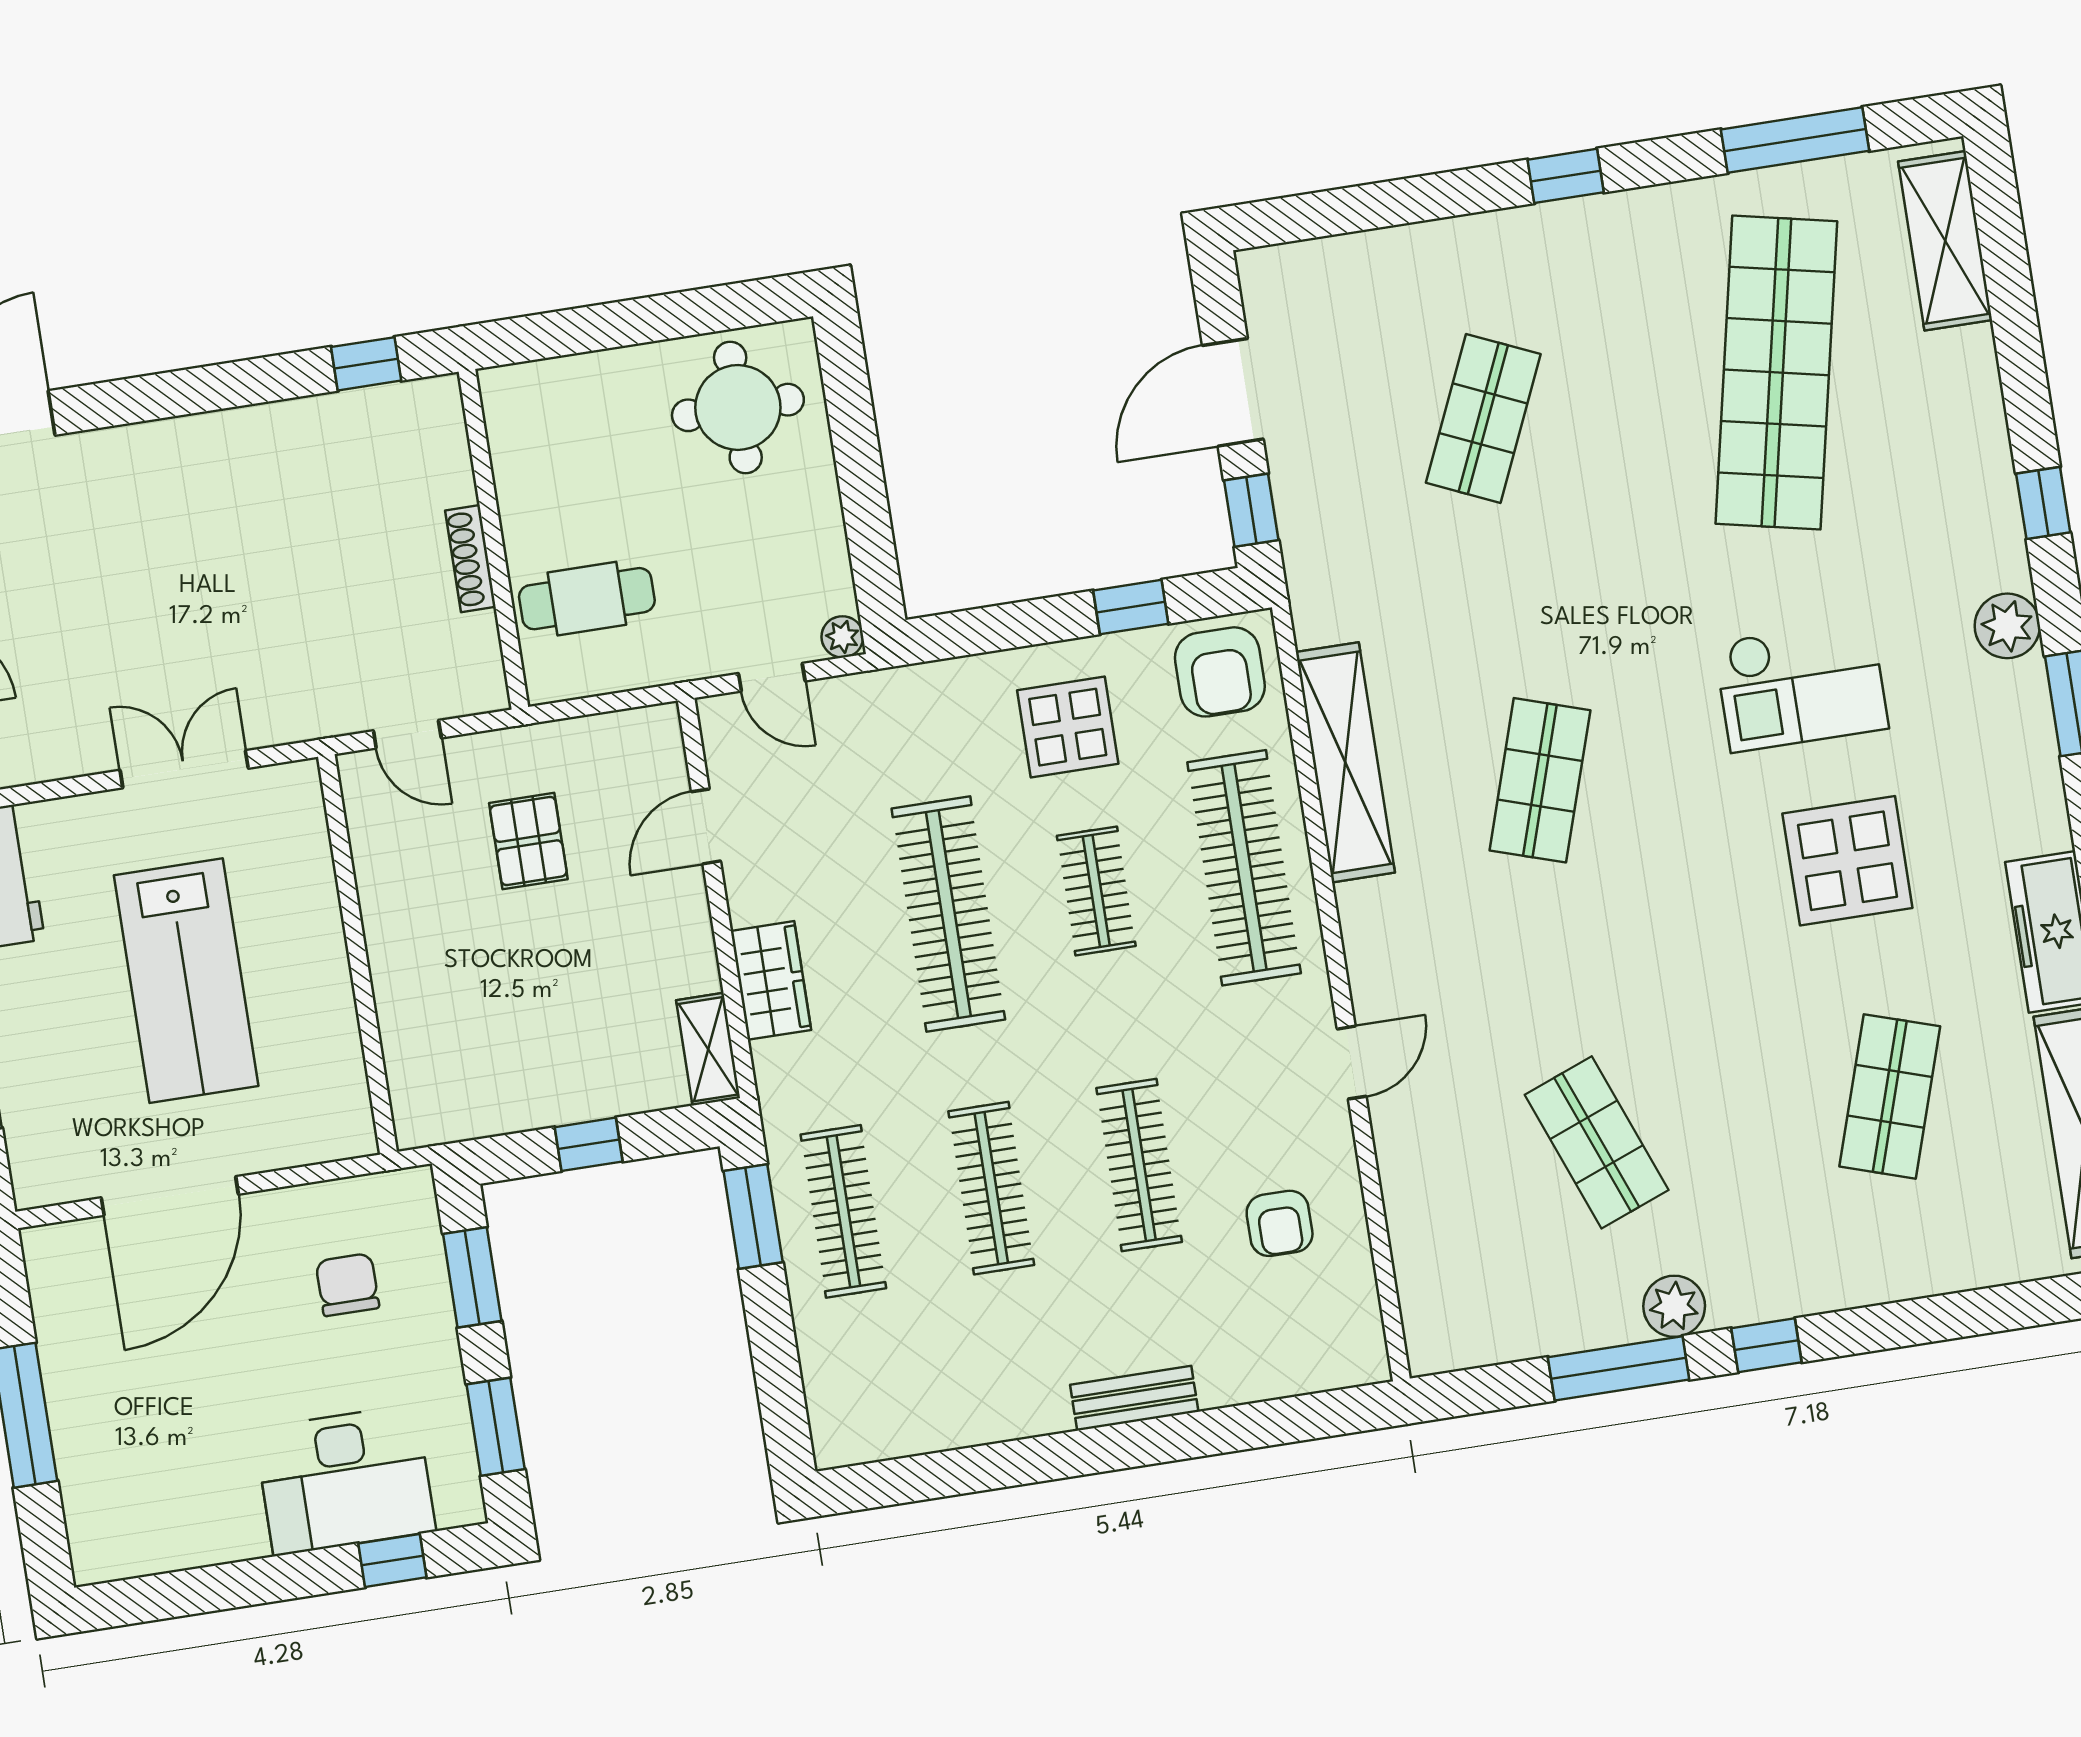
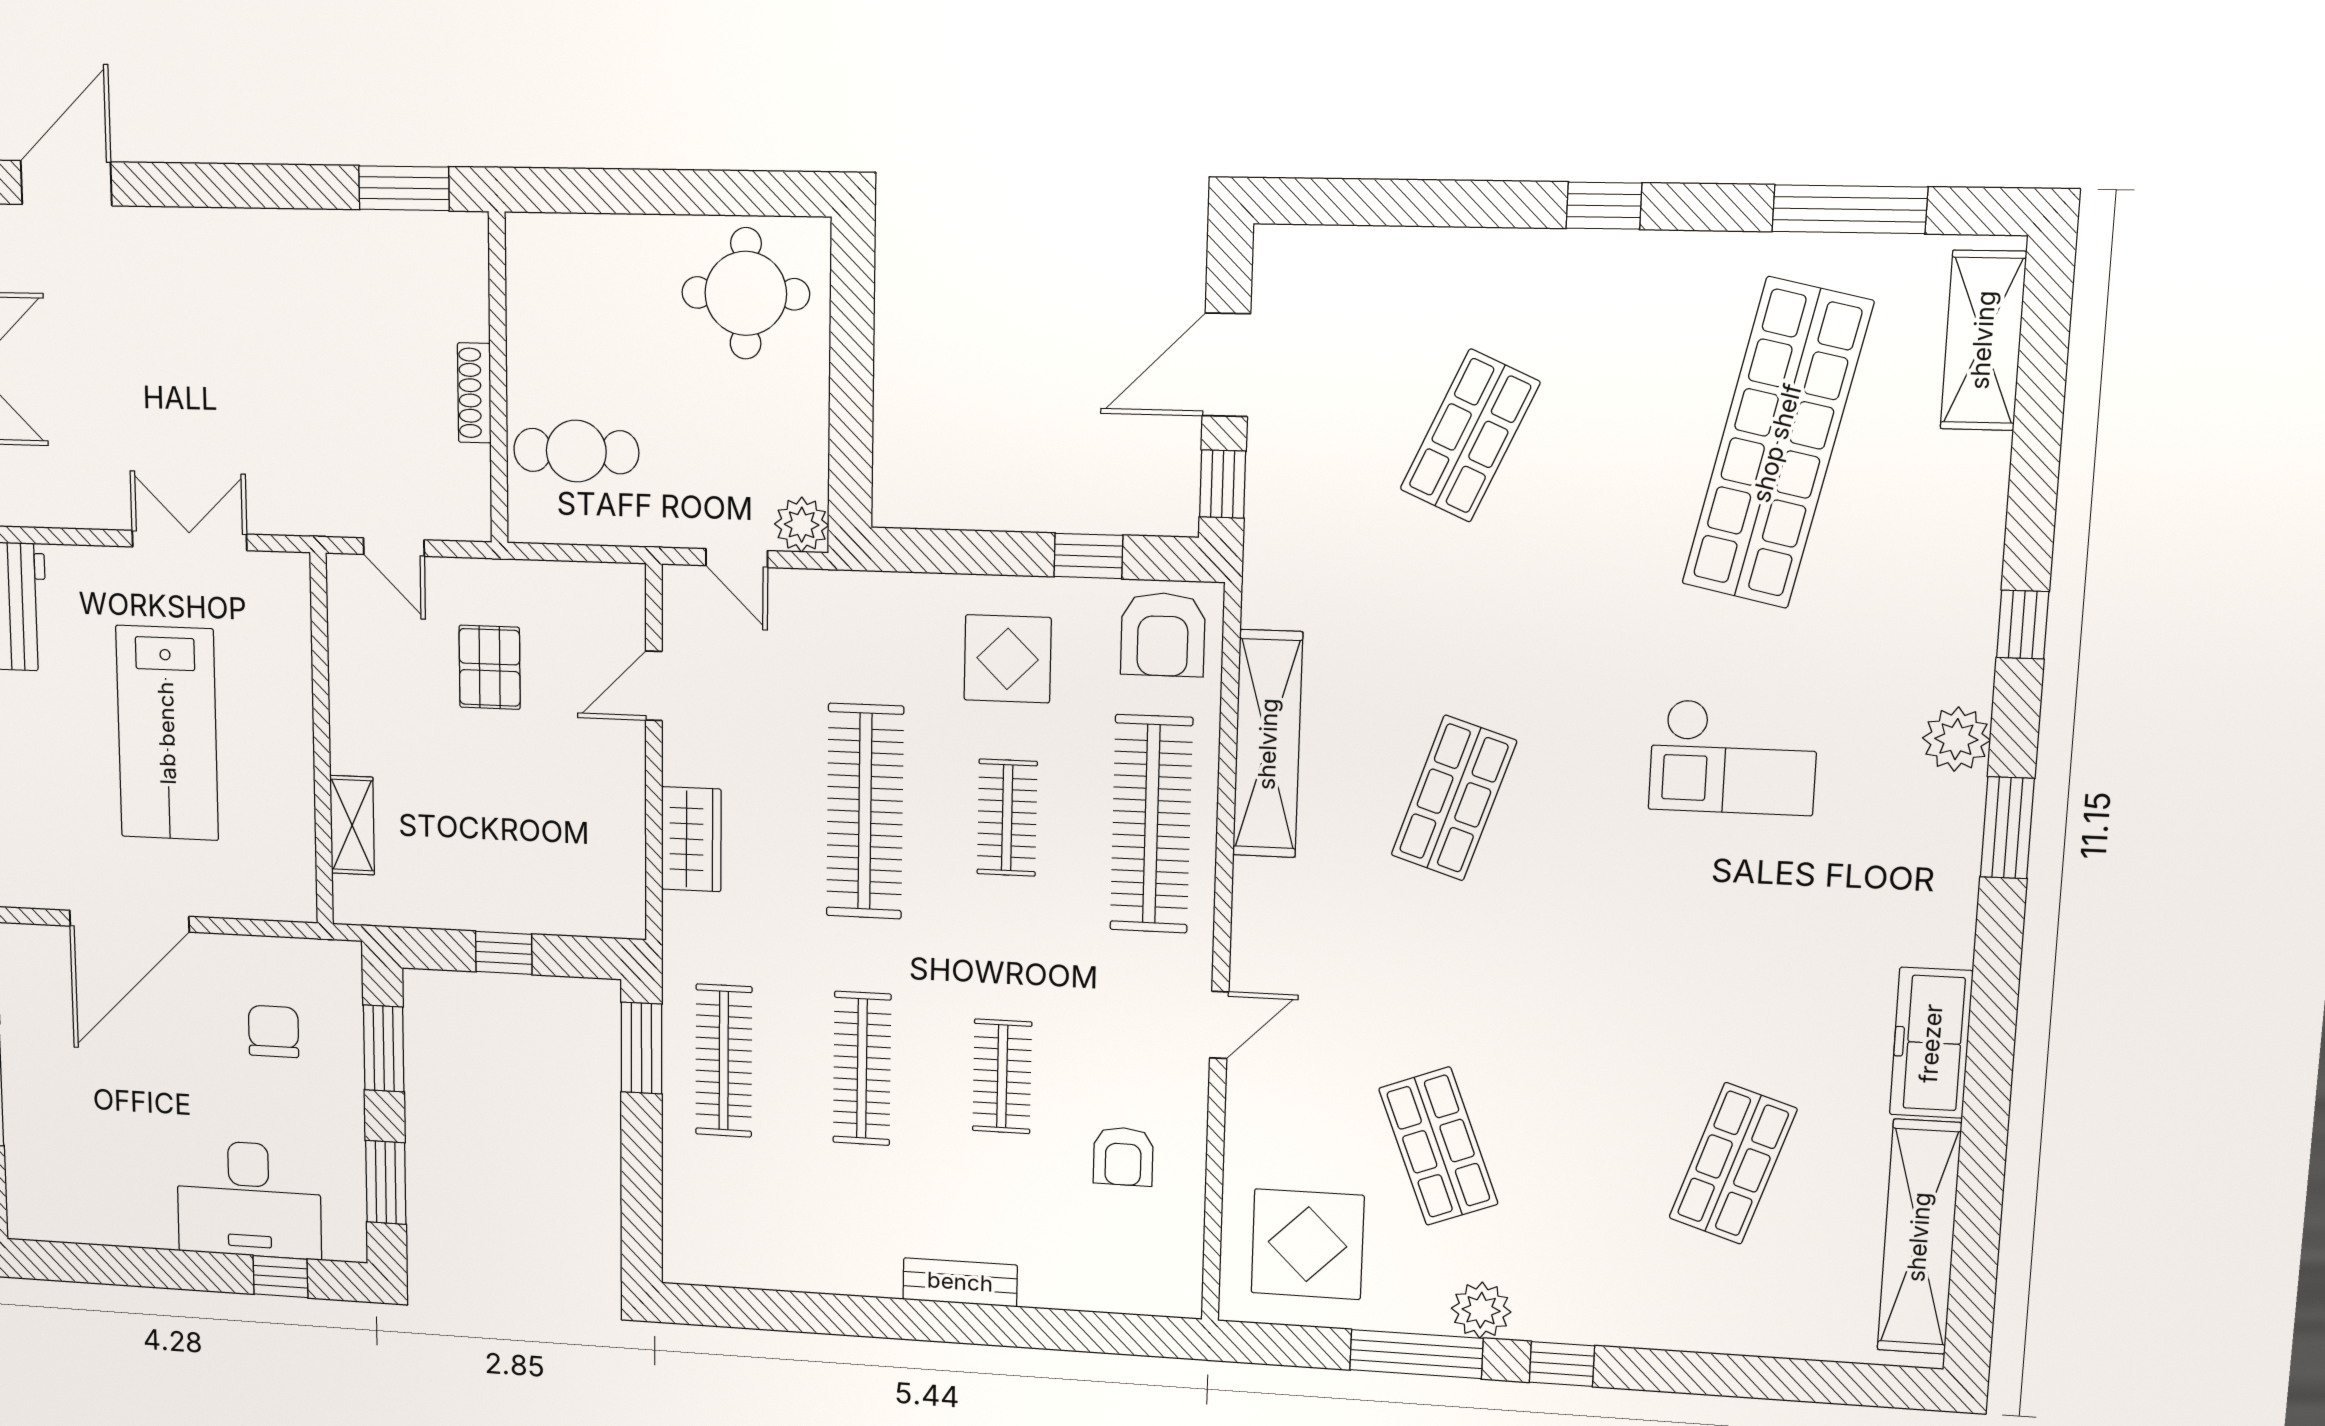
window: (366, 364) -> (404, 188), width x1.50
plant: (842, 637) -> (802, 525), width x1.38, depth x1.38
display table: (1847, 861) -> (1308, 1244), moved
shelving: (708, 1049) -> (352, 825), moved
clothes rail: (1139, 1165) -> (1002, 1076), width x0.73

